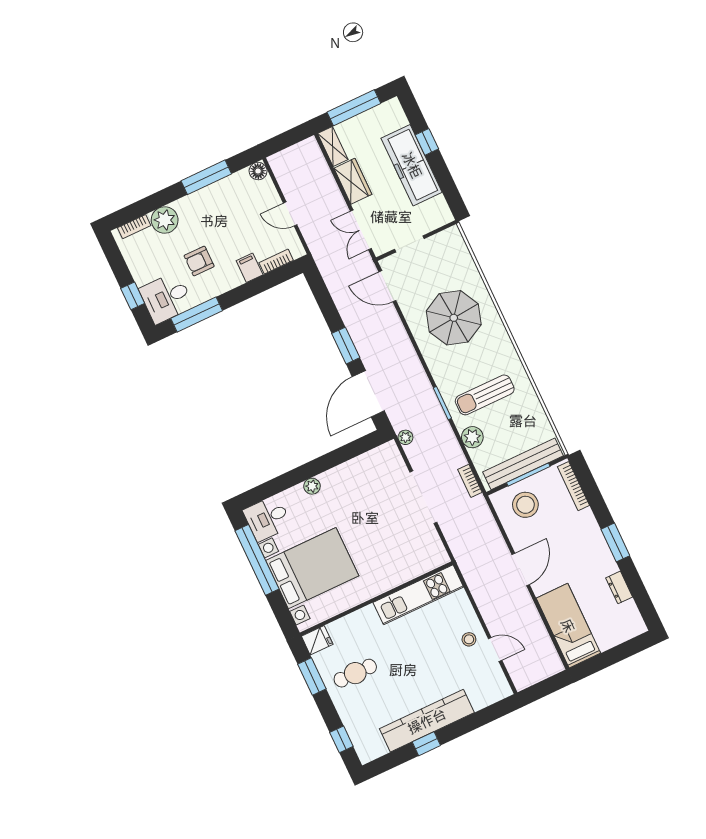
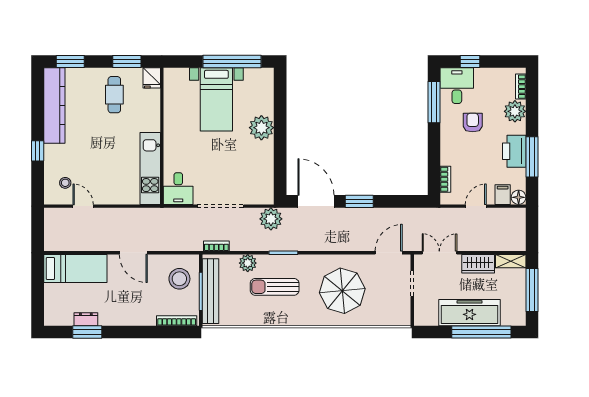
window: (427, 142) -> (481, 332), width x3.17
printer: (209, 200) -> (514, 151), added
filing cabinet: (250, 268) -> (503, 195), moved, turned -90
sun lounger: (485, 395) -> (275, 287), turned -90
plant: (405, 437) -> (271, 219), width x1.88, depth x1.88
plant: (312, 486) -> (261, 128), width x1.87, depth x1.87
desk: (267, 518) -> (178, 189), moved, turned 180
window: (615, 542) -> (87, 332), moved
bed with nightstands: (312, 568) -> (216, 99), width x0.73
stool: (469, 639) -> (65, 183), moved
door: (495, 649) -> (83, 206), swing flipped
kitchen counter: (427, 721) -> (54, 105), moved
window: (341, 739) -> (70, 61), width x1.50
window: (426, 744) -> (38, 151), moved

